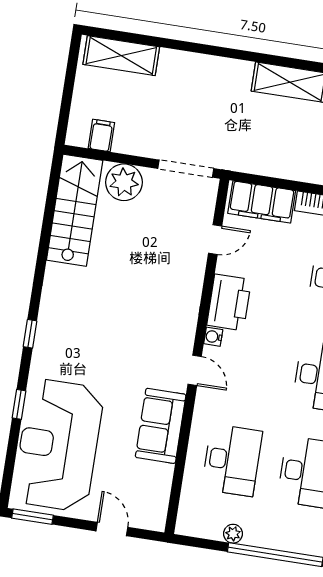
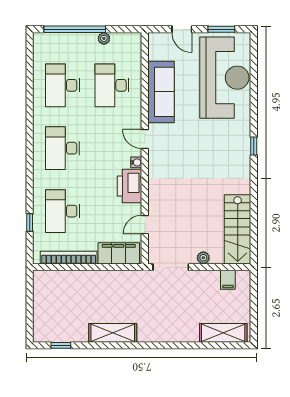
plant: (124, 182) -> (203, 258), width x0.53, depth x0.53
window: (19, 404) -> (254, 100), removed
sofa: (161, 426) -> (161, 92), width x1.36
window: (32, 517) -> (221, 29), moved

